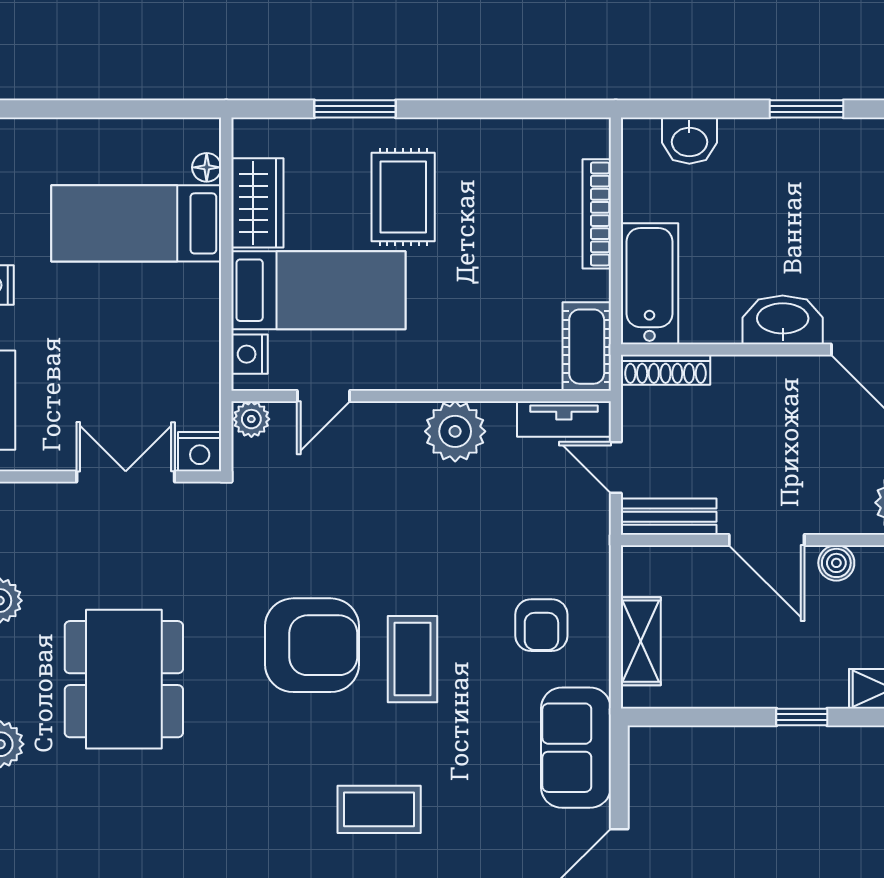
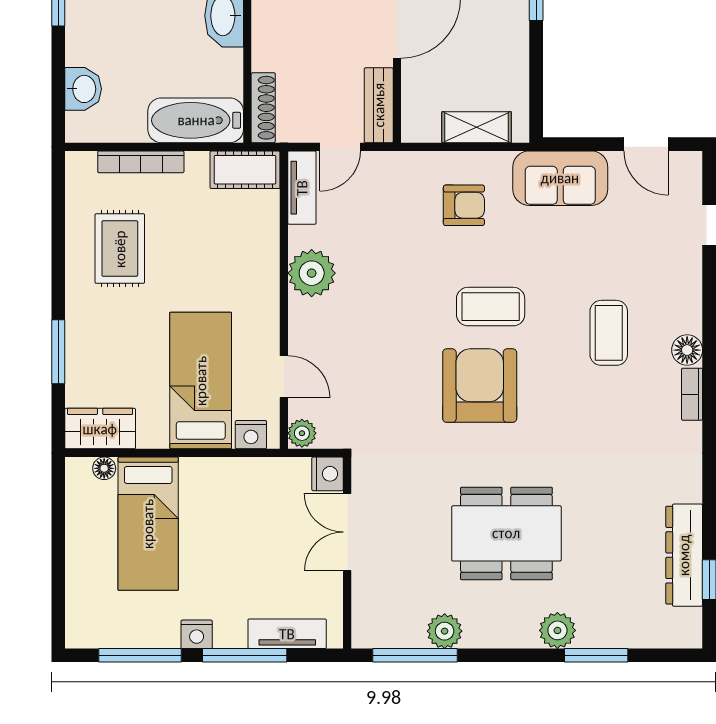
rug: (403, 197) -> (120, 249), moved, turned 90
wardrobe: (257, 203) -> (100, 429), moved

